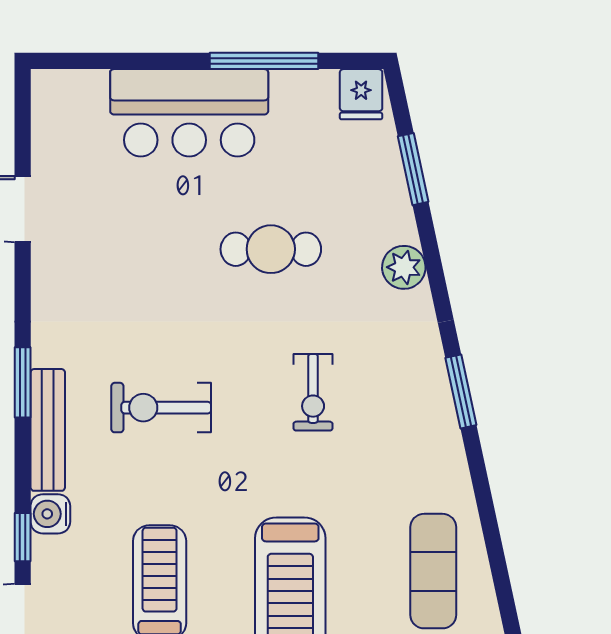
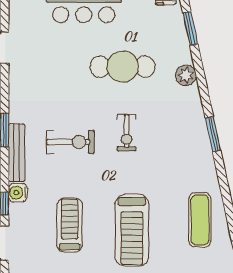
cafe table: (271, 249) -> (123, 67), width x1.37, depth x1.35
exercise bike: (313, 392) -> (127, 133), moved
exercise bike: (161, 408) -> (70, 142), turned 180

